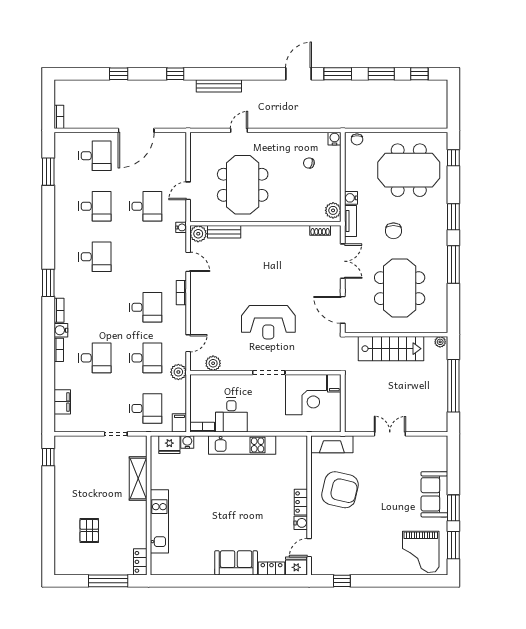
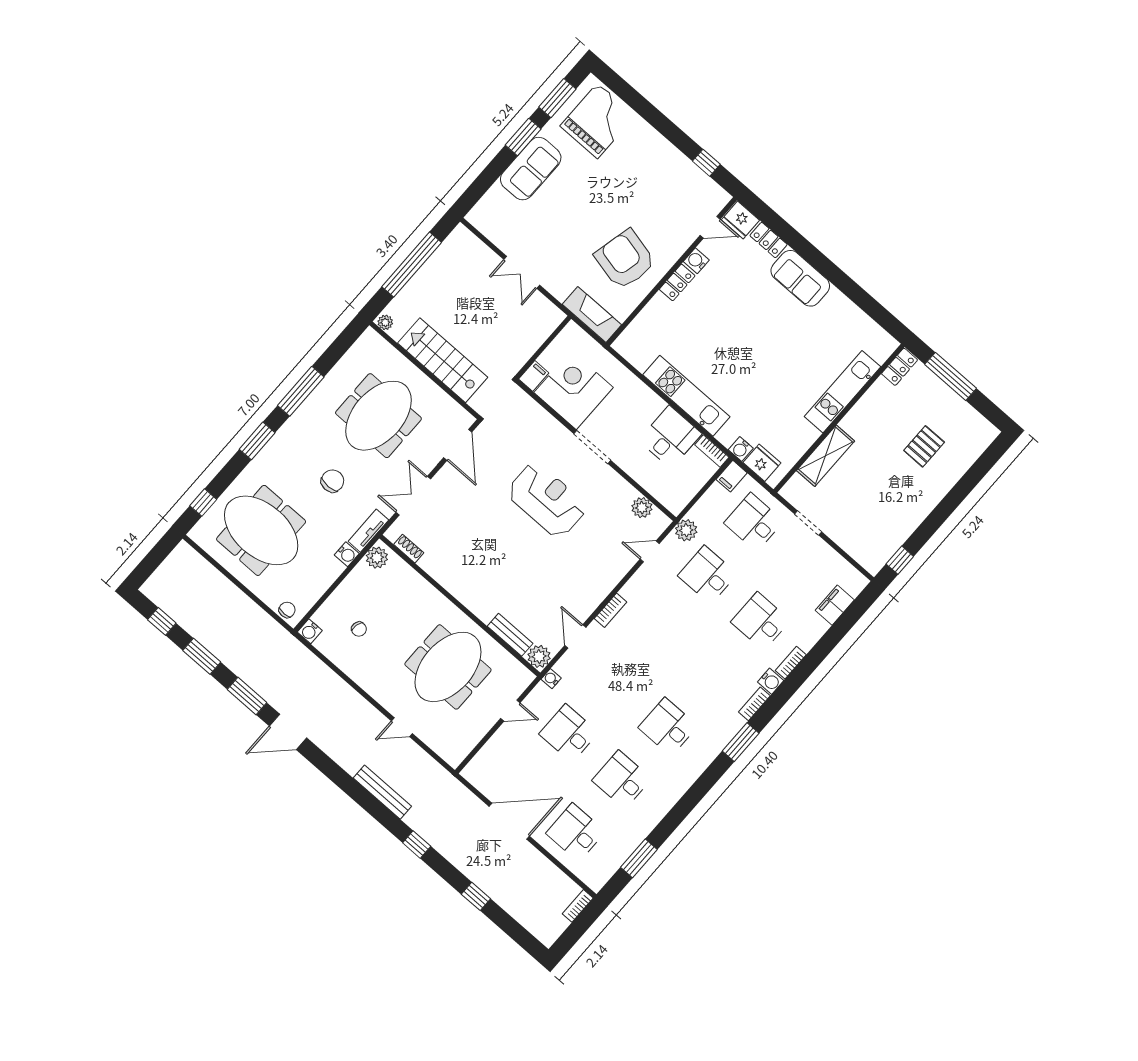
desk: (146, 307) -> (661, 628), removed

